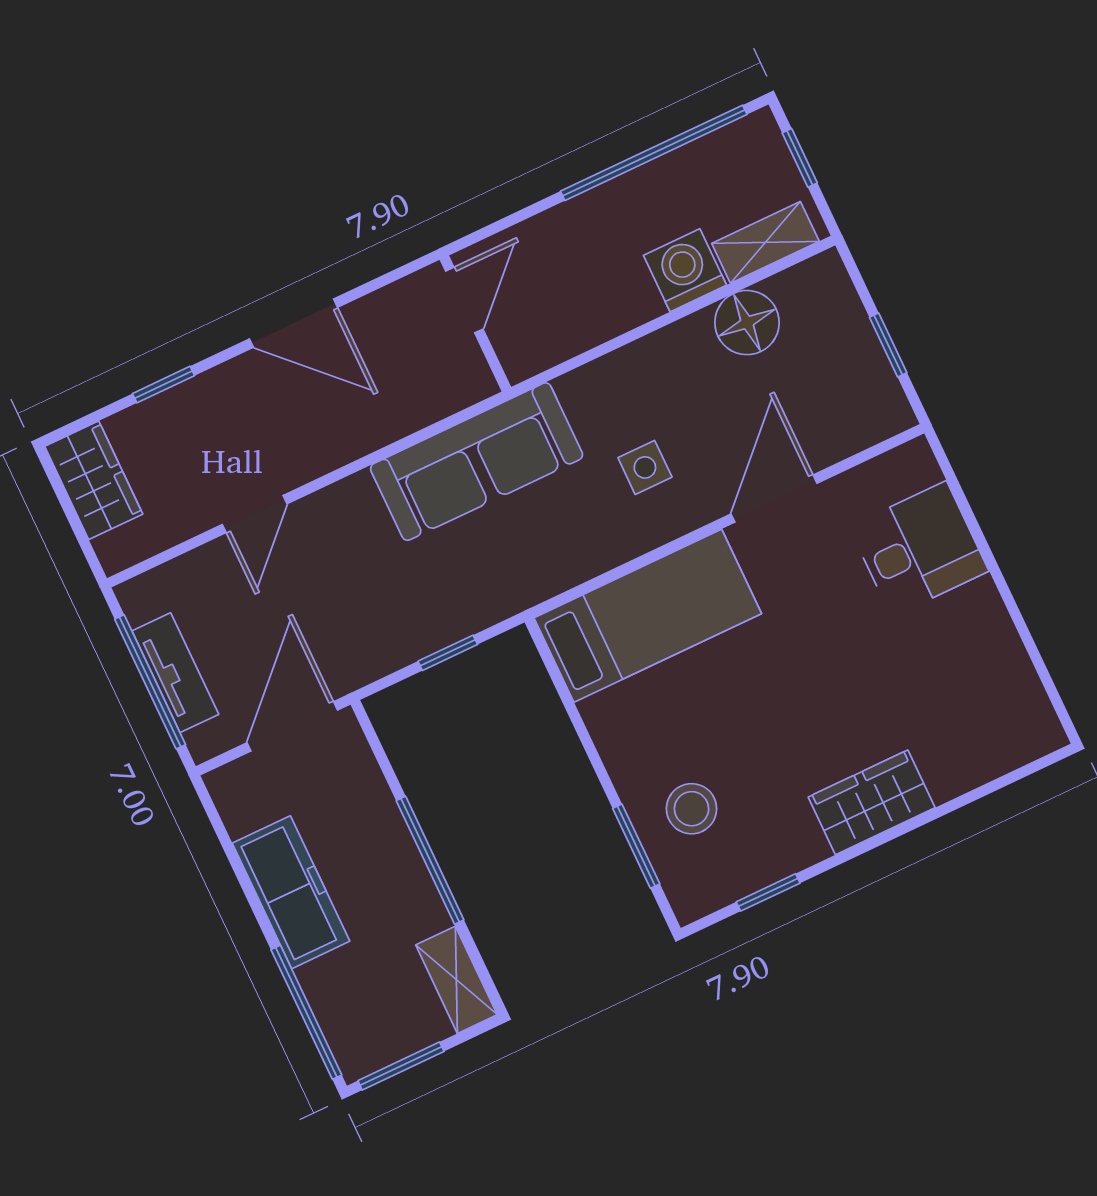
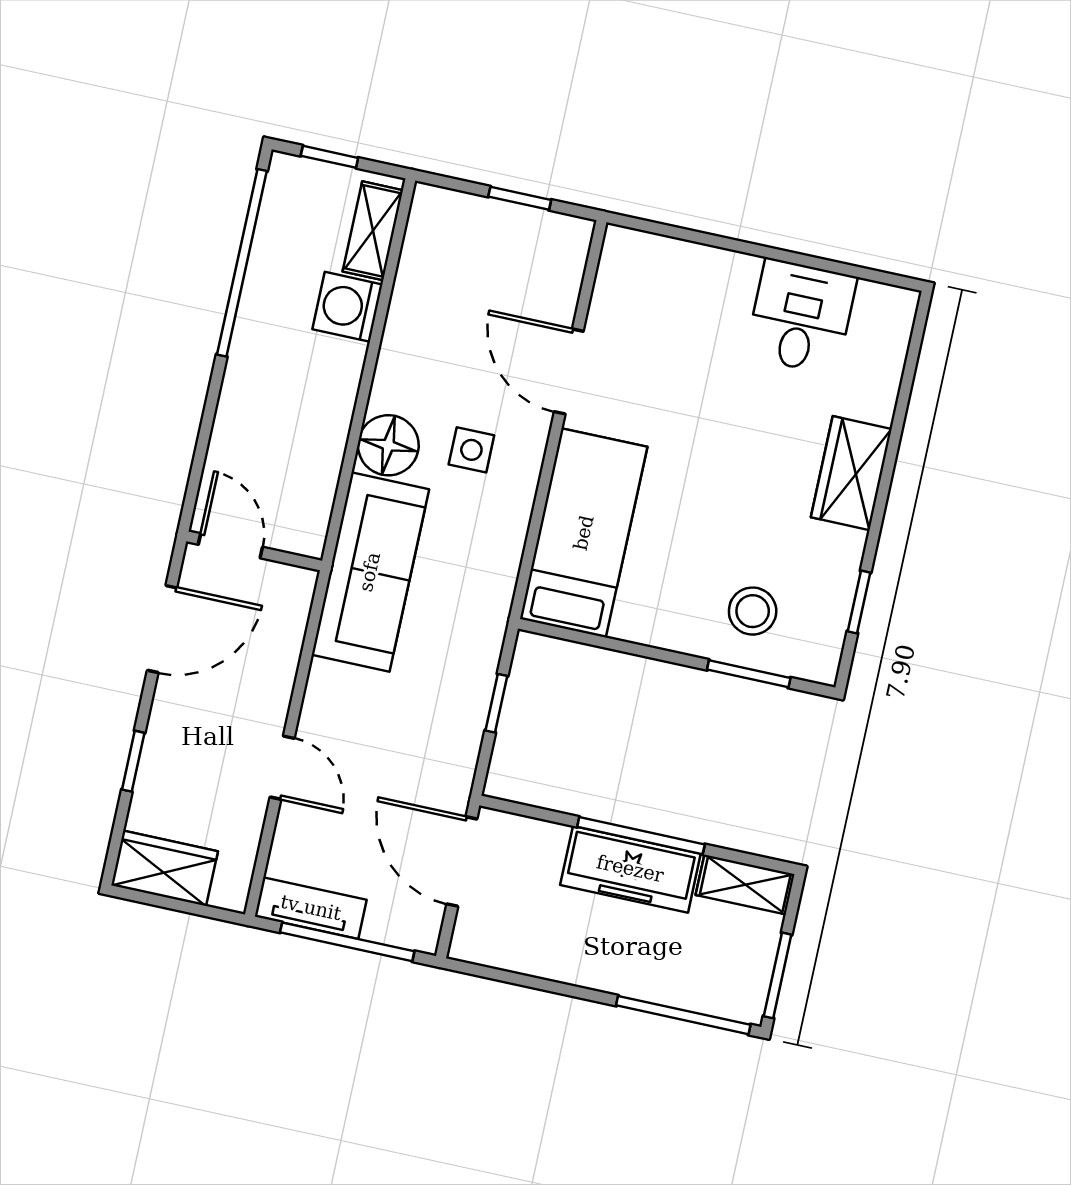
door: (464, 300) -> (230, 546), moved
wall: (475, 323) -> (254, 551), moved
floor lamp: (747, 323) -> (388, 445), moved
desk: (919, 549) -> (801, 317), moved
tv unit: (175, 673) -> (311, 908), moved
freezer: (291, 892) -> (630, 869), moved, turned 180

